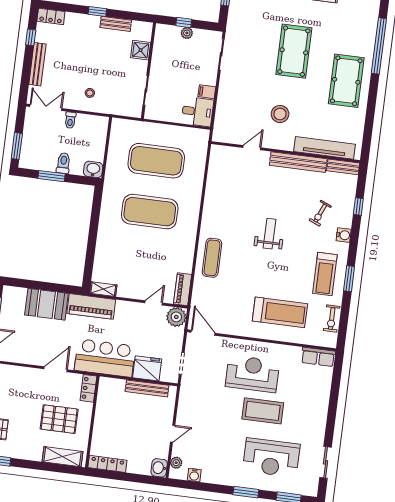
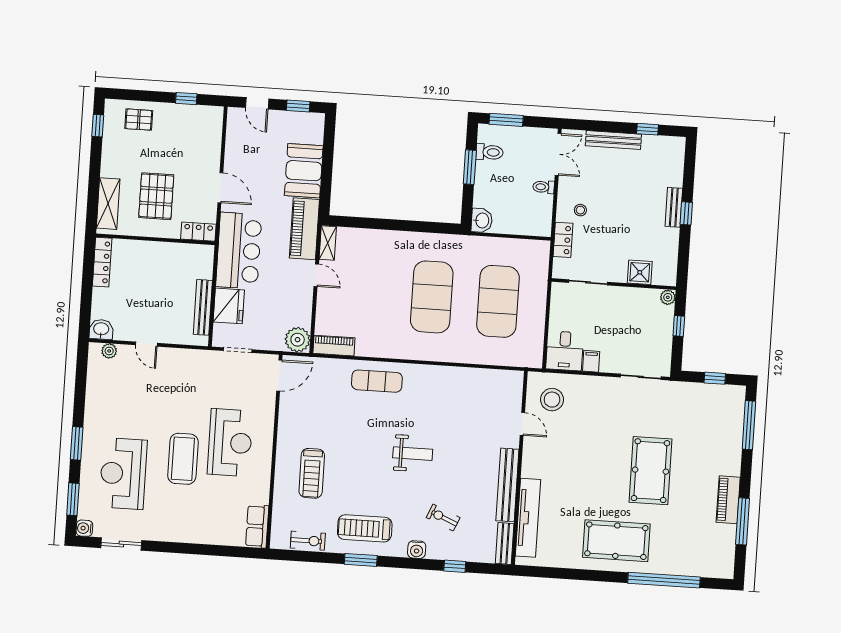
locker: (51, 16) -> (563, 240), moved, turned 180
bench: (116, 24) -> (674, 207), moved
plant: (187, 33) -> (668, 297), moved
pool table: (294, 51) -> (650, 471), turned 90
stool: (280, 114) -> (552, 400), moved
toilet: (63, 163) -> (490, 152), moved
door: (154, 303) -> (316, 275), moved
treadmill: (280, 312) -> (312, 473), width x0.73, depth x0.73
exercise bike: (332, 319) -> (308, 541), turned 180
water cooler: (194, 475) -> (84, 528), moved

